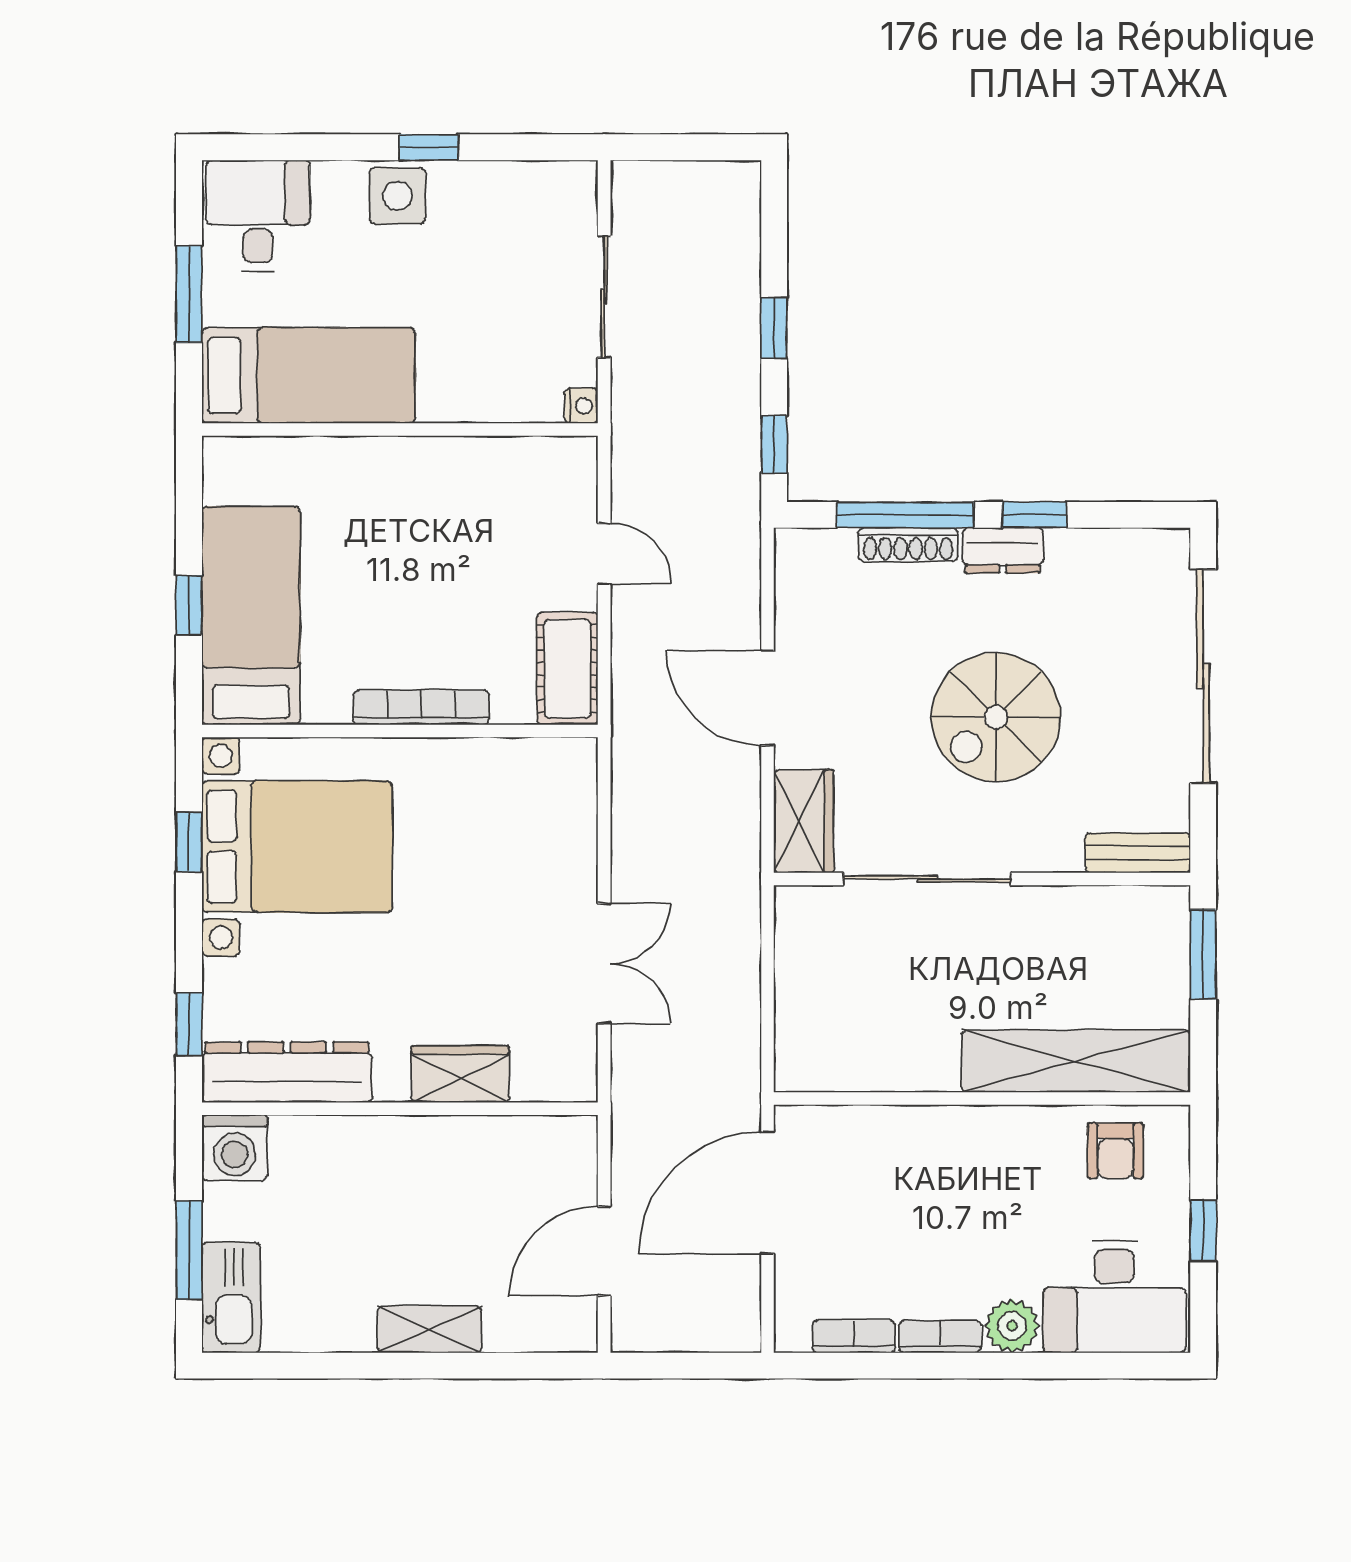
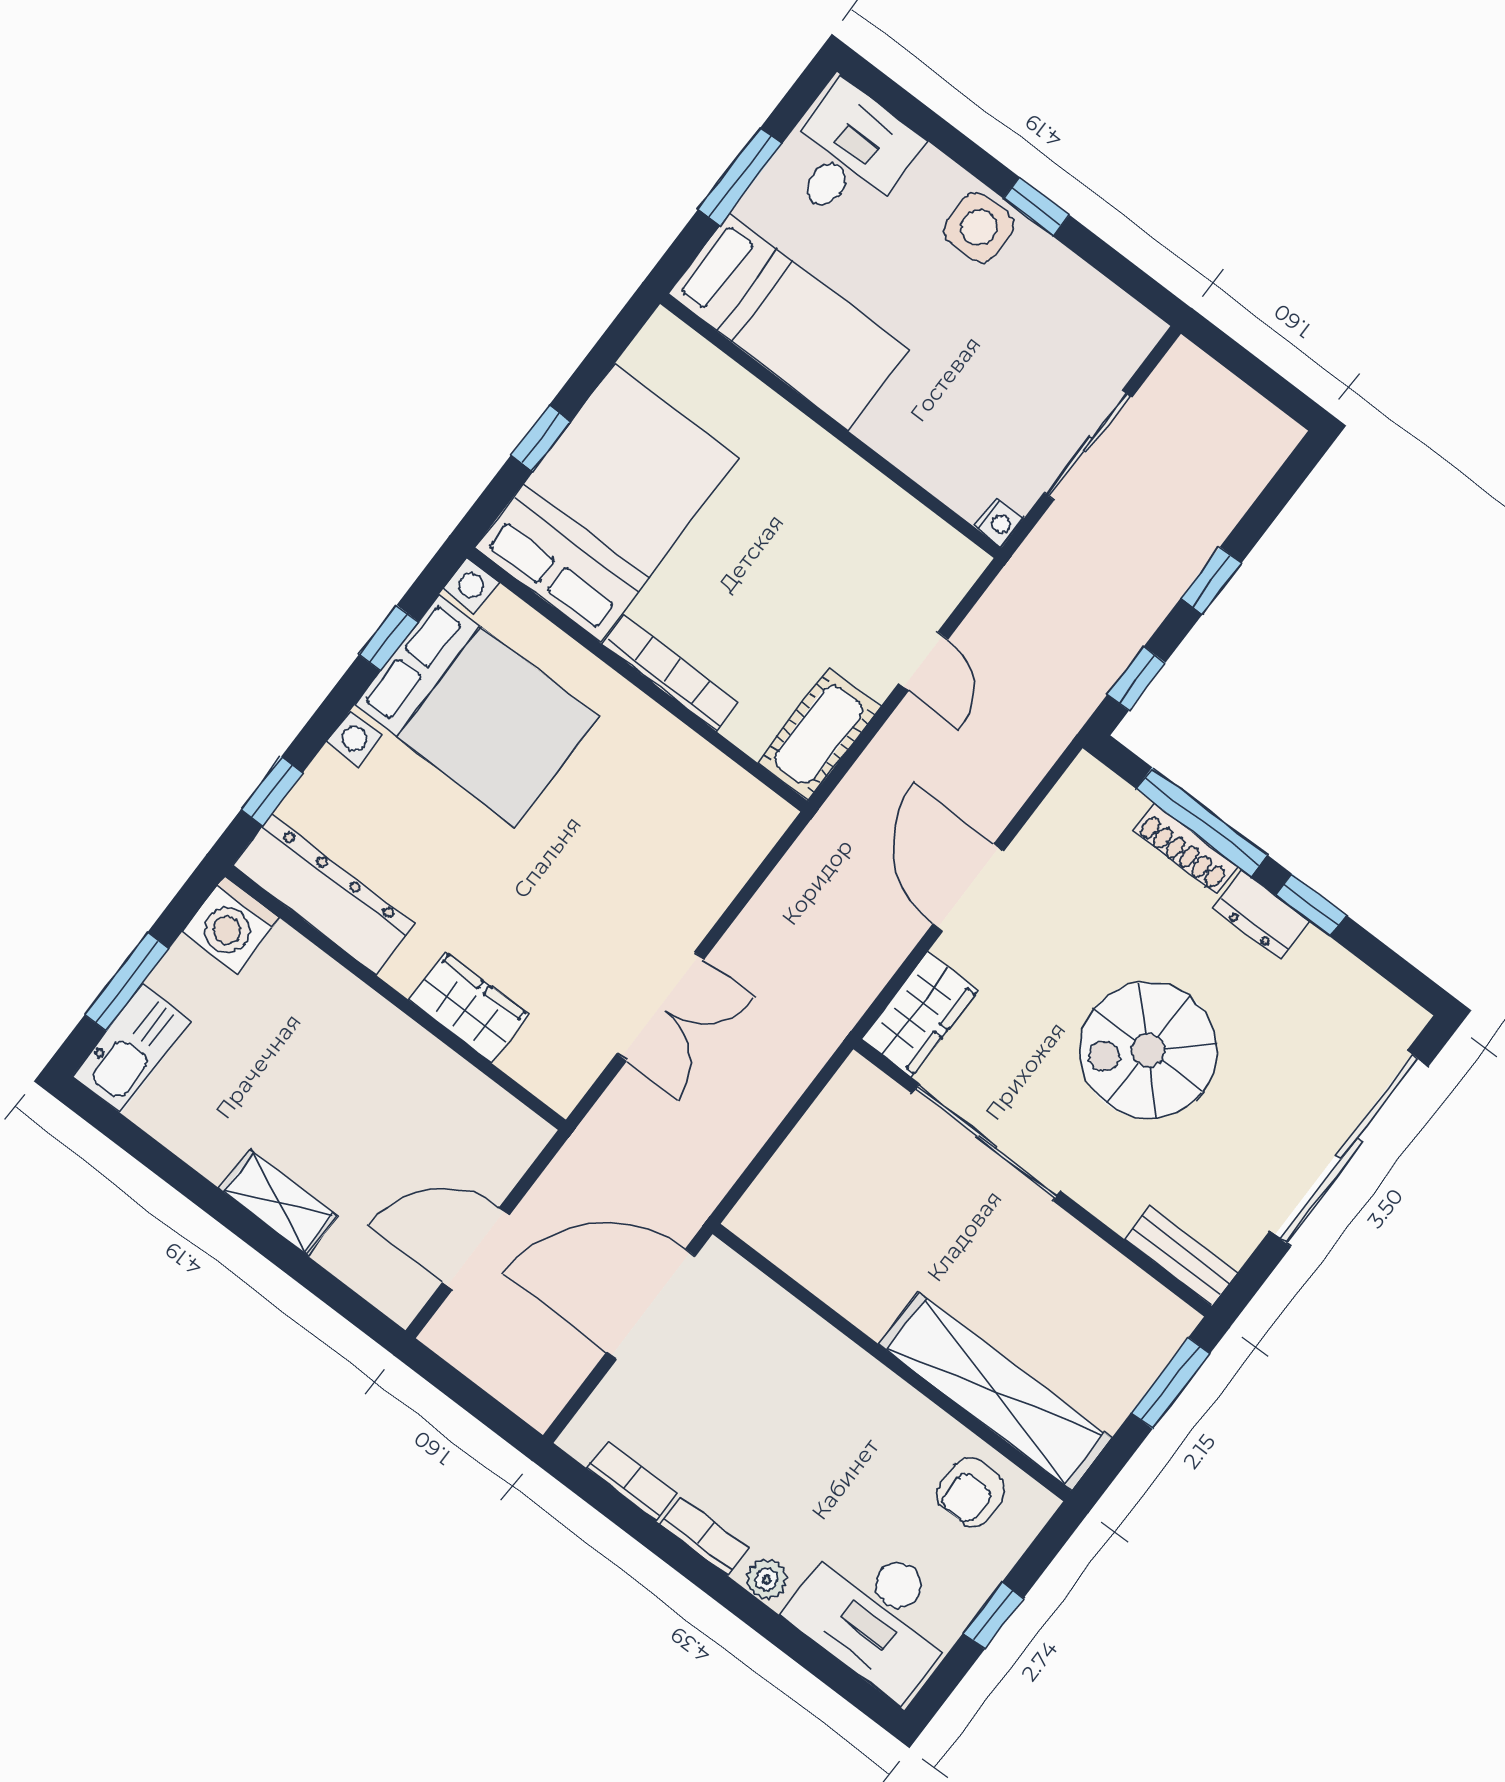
bed: (251, 616) -> (607, 503), width x1.50
plant: (1012, 1326) -> (767, 1579), width x0.73, depth x0.73

